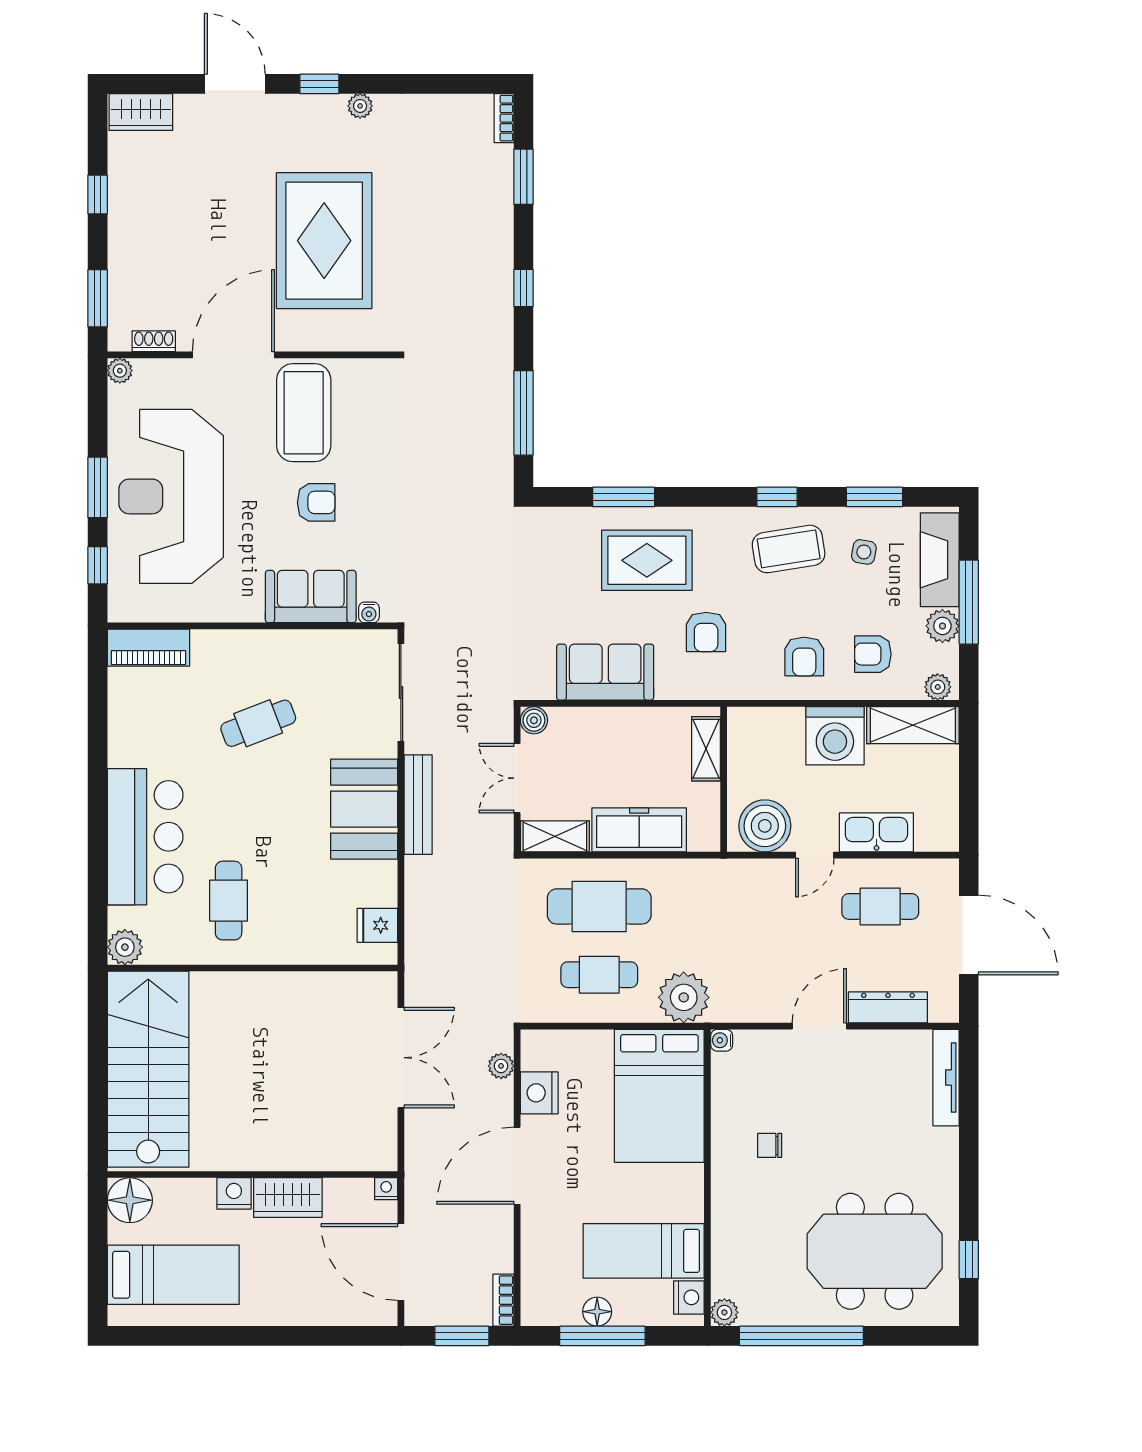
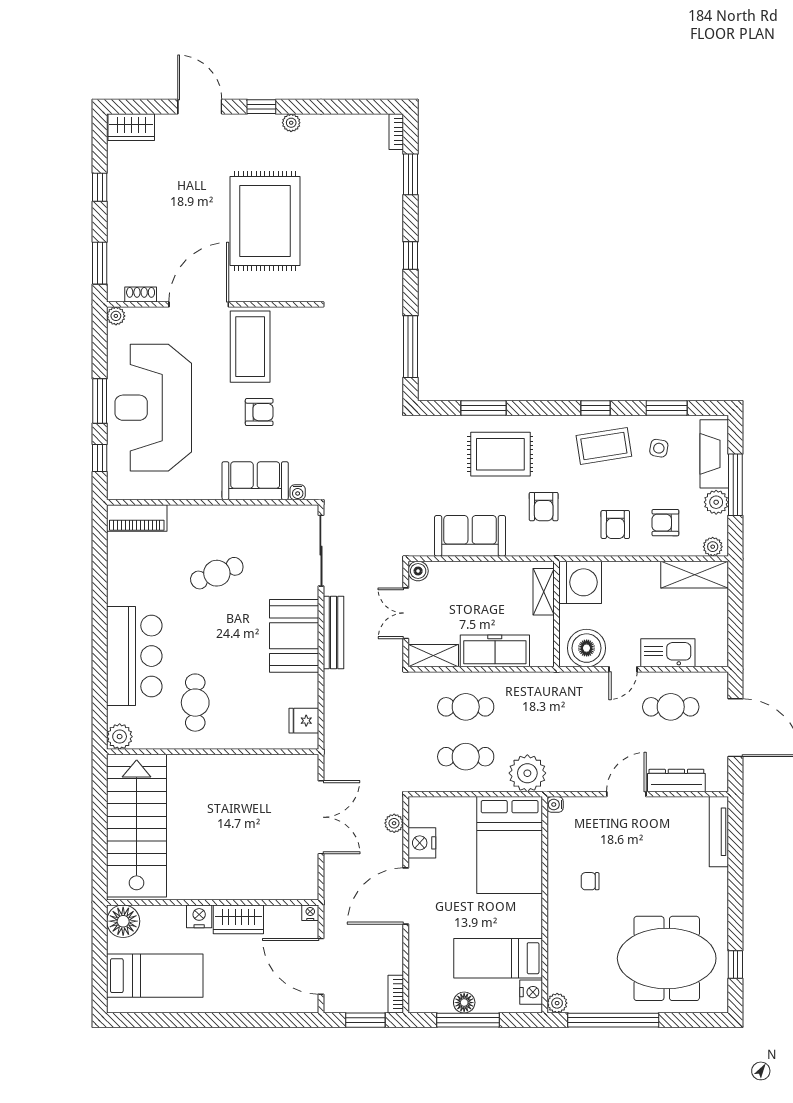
washing machine: (835, 736) -> (580, 582), moved, turned -90
cafe table: (599, 906) -> (466, 707), width x0.73, depth x0.74

